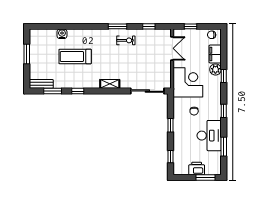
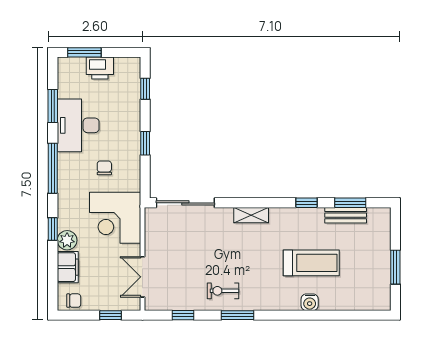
water cooler: (62, 34) -> (310, 302), moved
bench: (41, 84) -> (346, 215), moved
window: (224, 111) -> (53, 168), width x2.17

